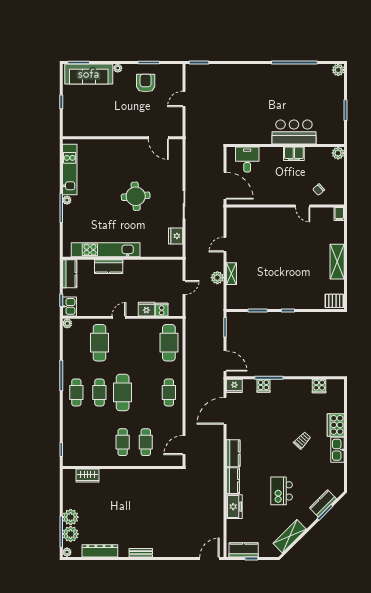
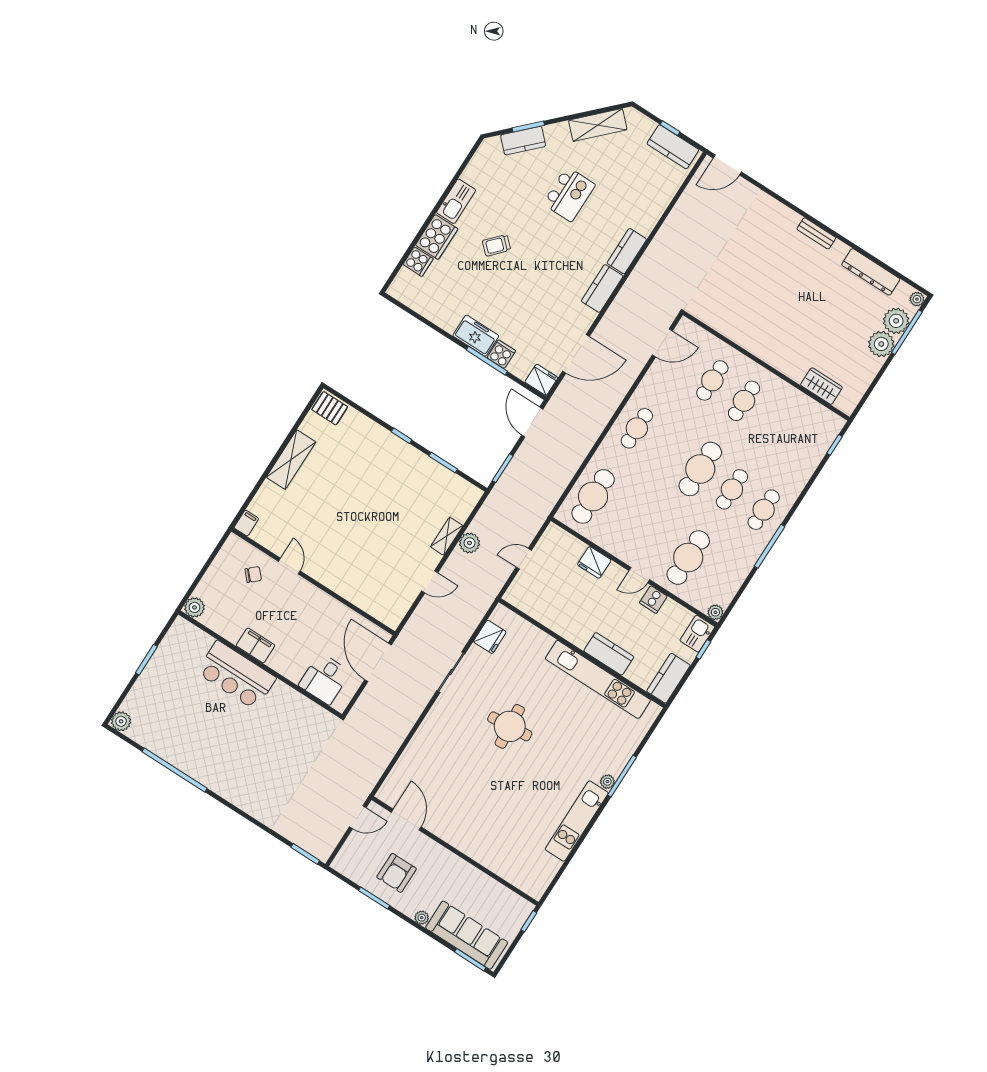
wall: (123, 138) -> (455, 851), moved
door: (158, 138) -> (406, 820), moved
cooker: (162, 310) -> (653, 599), moved
cooker: (319, 386) -> (418, 262), moved, turned 90
freezer: (234, 507) -> (476, 336), moved, turned 90

